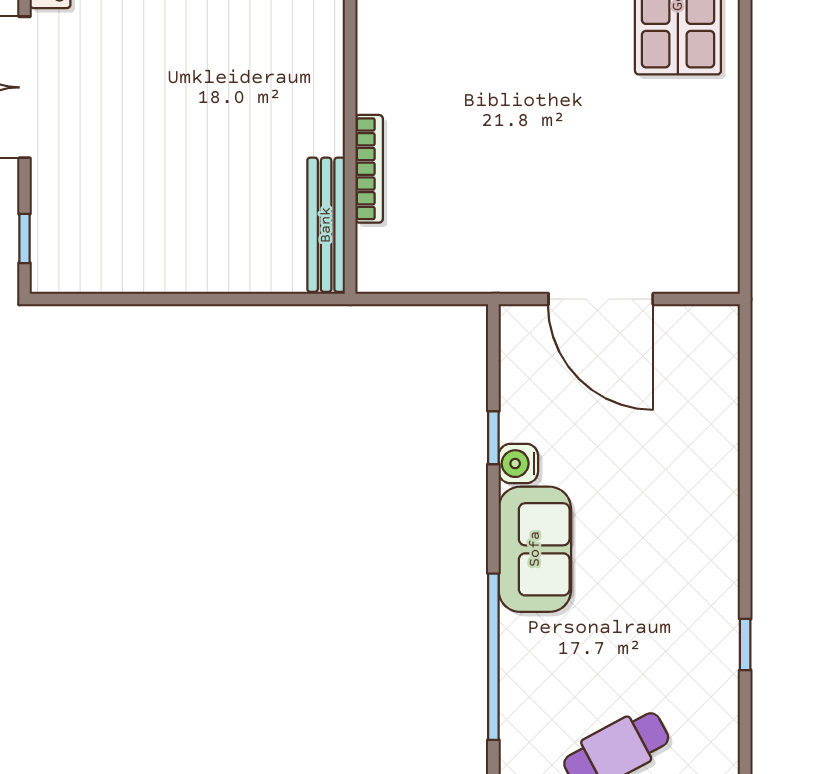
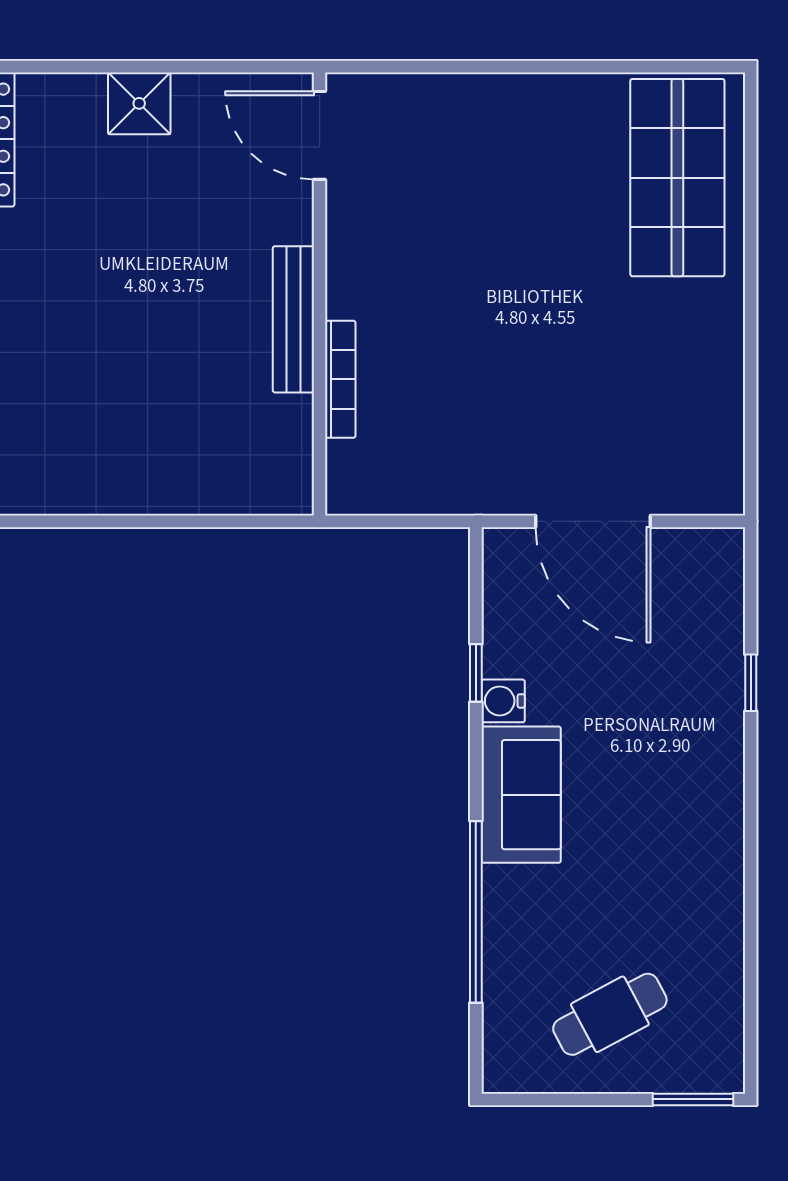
bench: (326, 225) -> (293, 319), moved
window: (745, 644) -> (751, 683), moved

